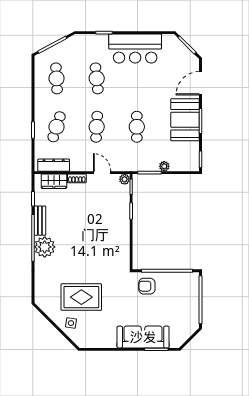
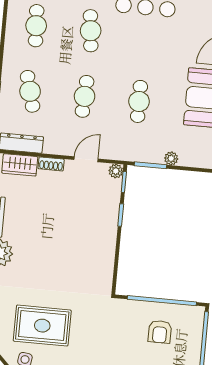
cafe table: (57, 127) -> (30, 91), turned -33
door: (102, 173) -> (86, 159), hinge flipped
armchair: (147, 286) -> (160, 332), moved, turned -90

